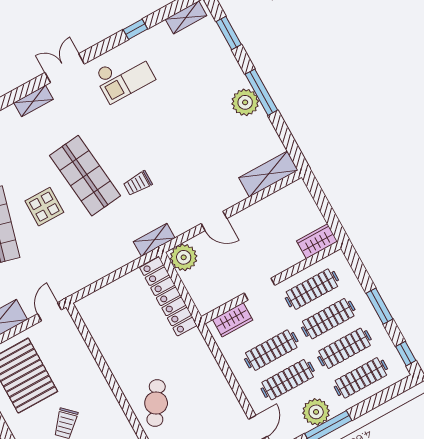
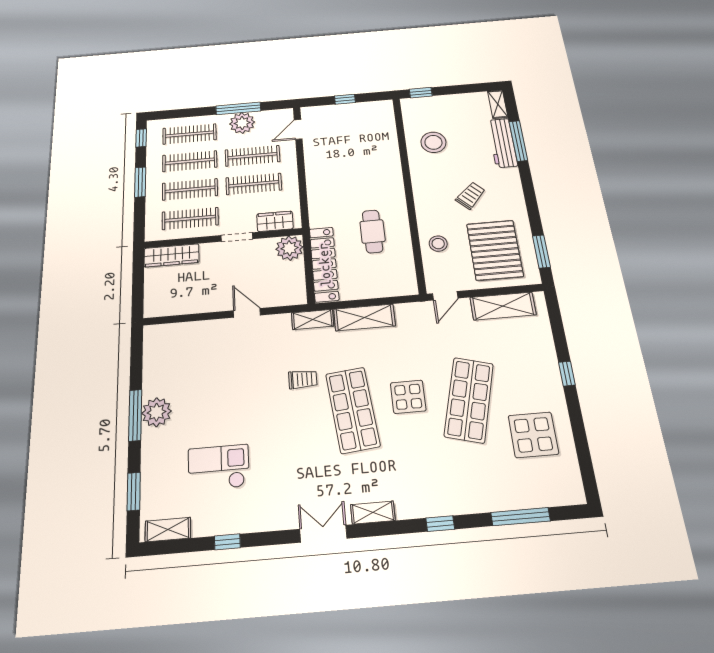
double door: (65, 68) -> (323, 534), swing flipped
checkout: (124, 76) -> (219, 467), moved
shelving: (268, 174) -> (364, 317), moved
wardrobe: (317, 241) -> (172, 255), width x1.50
plant: (184, 257) -> (289, 248), moved
stool: (76, 361) -> (438, 244), added
cafe table: (156, 403) -> (373, 231), moved, turned -33

